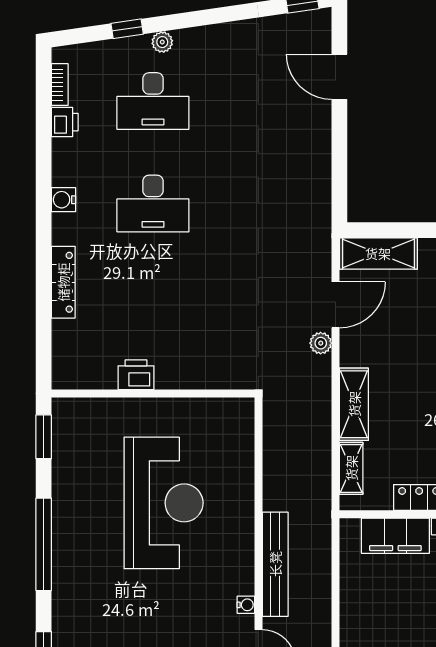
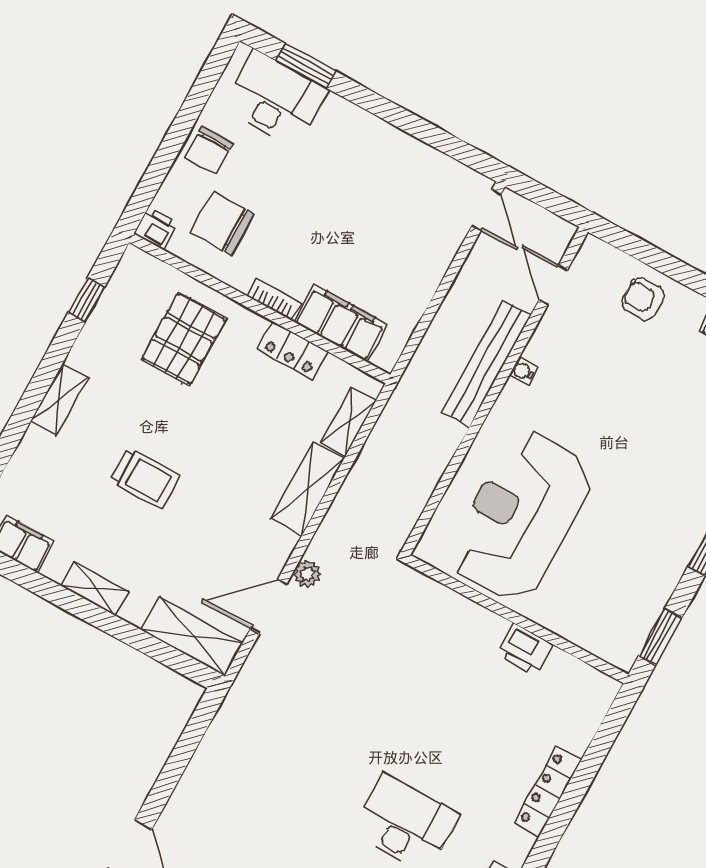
reception desk: (164, 503) -> (521, 516), moved
water cooler: (246, 605) -> (523, 371), moved

